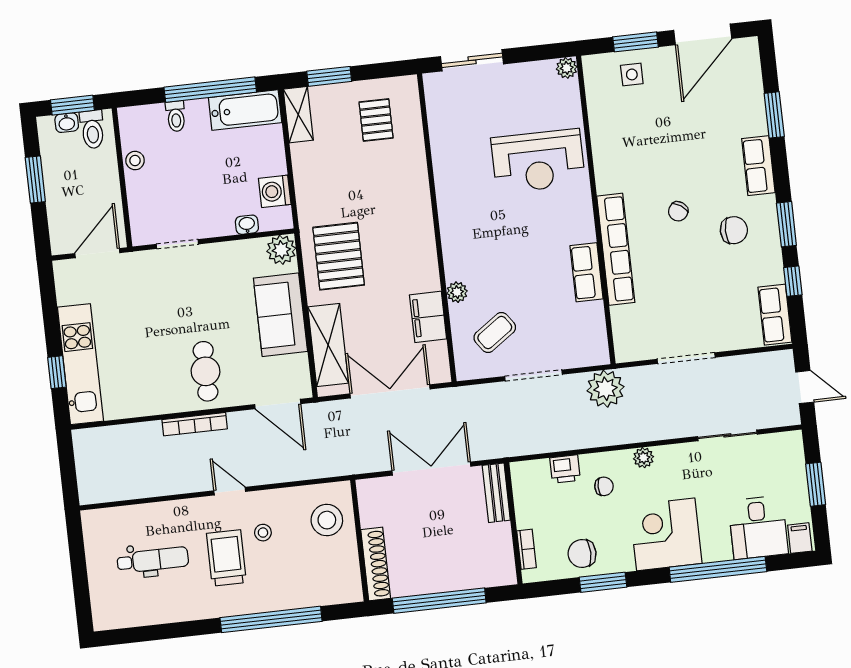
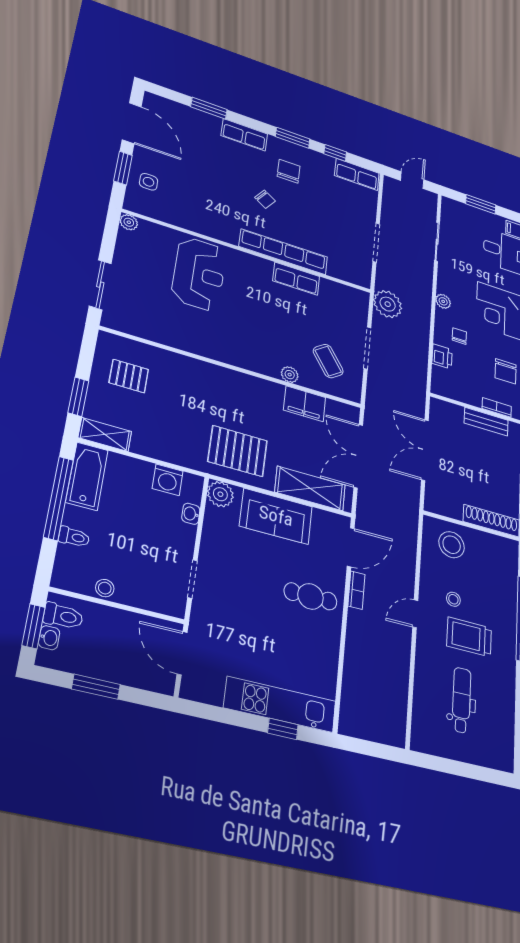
bookcase: (195, 424) -> (356, 590), moved, width x0.64
bench: (496, 493) -> (486, 422), moved

